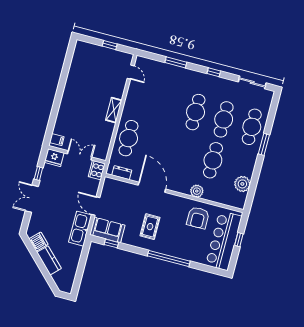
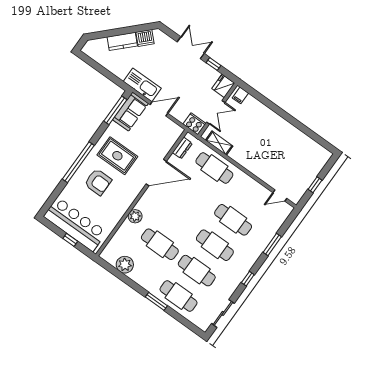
cafe table: (167, 105) -> (233, 220), added
shelving: (114, 110) -> (219, 143), moved
armchair: (198, 218) -> (98, 182), moved, turned 180
rug: (150, 227) -> (117, 156), width x1.36, depth x1.43
window: (111, 243) -> (115, 110), width x2.17

